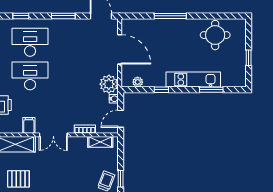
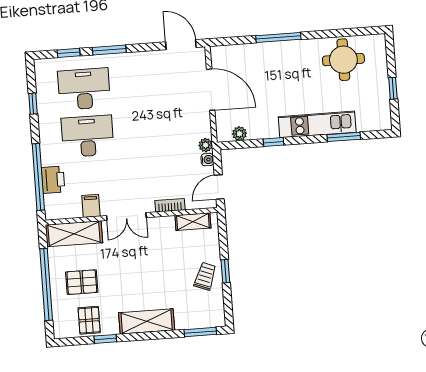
window: (63, 16) -> (109, 50), moved
plant: (109, 84) -> (206, 145), width x0.53, depth x0.53

